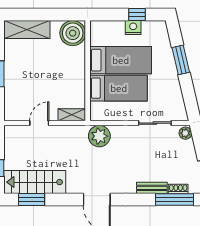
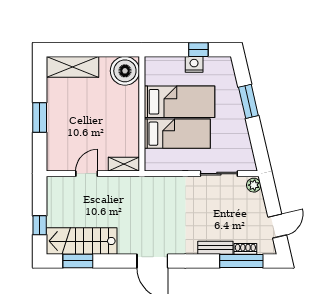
plant: (99, 136) -> (155, 188), removed

